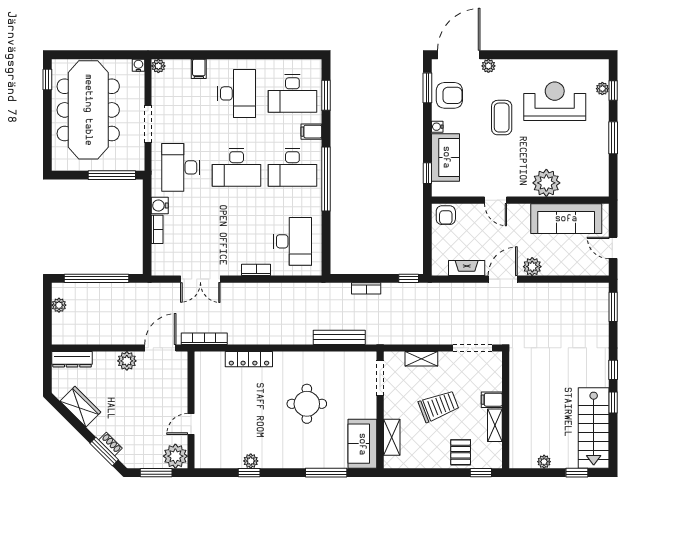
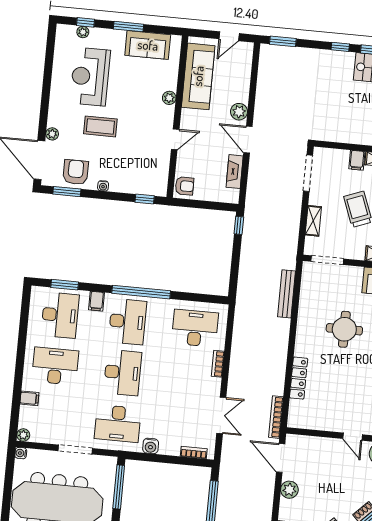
sofa: (446, 157) -> (148, 45), moved, turned 180
plant: (546, 183) -> (169, 98), width x0.53, depth x0.53
bookcase: (157, 229) -> (194, 453), moved
bookcase: (366, 288) -> (244, 265), removed

